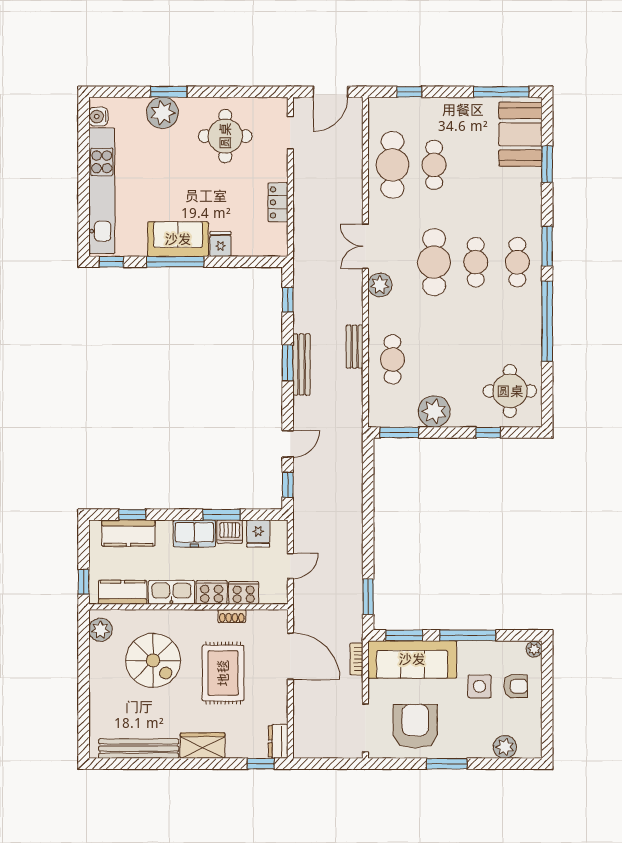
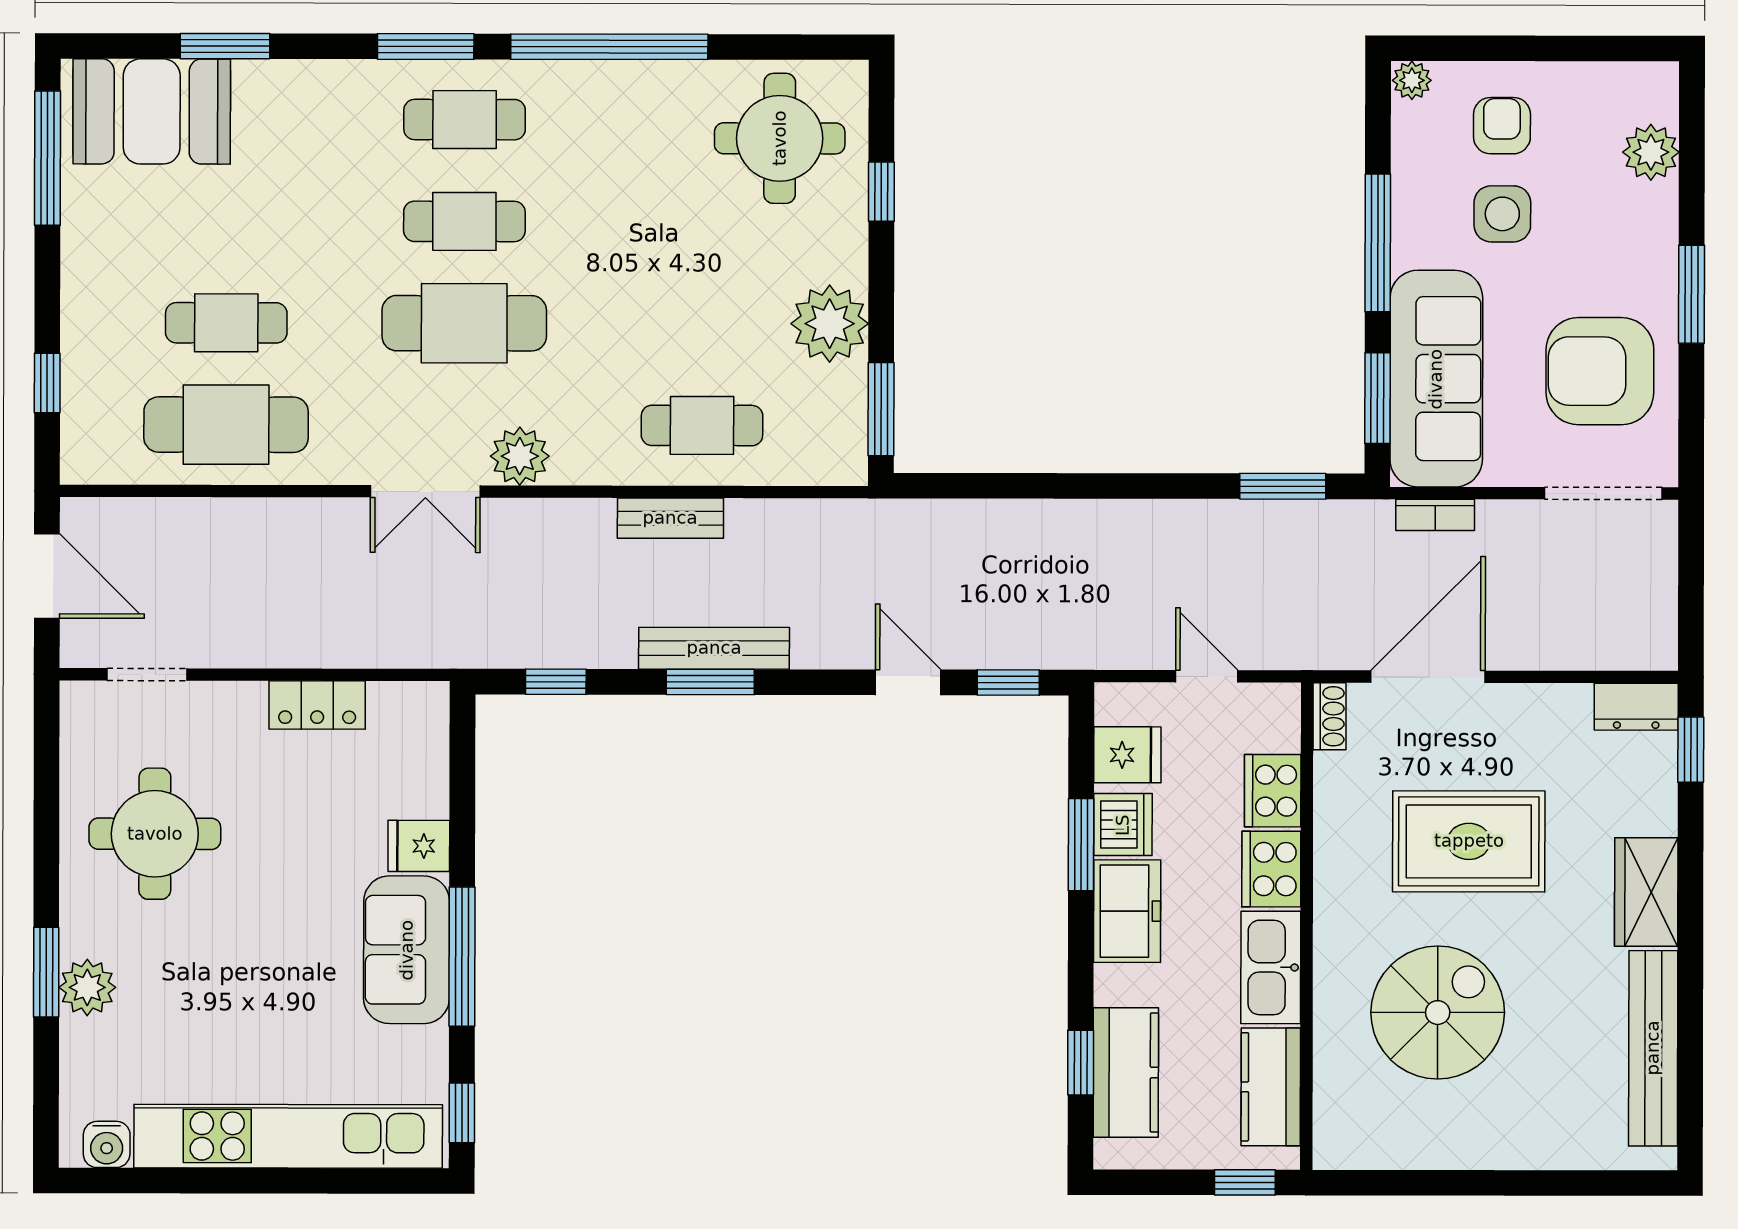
plant: (162, 113) -> (87, 987), width x0.73, depth x0.73
shoe rack: (232, 616) -> (1330, 716), moved
plant: (100, 630) -> (1362, 1141), removed

